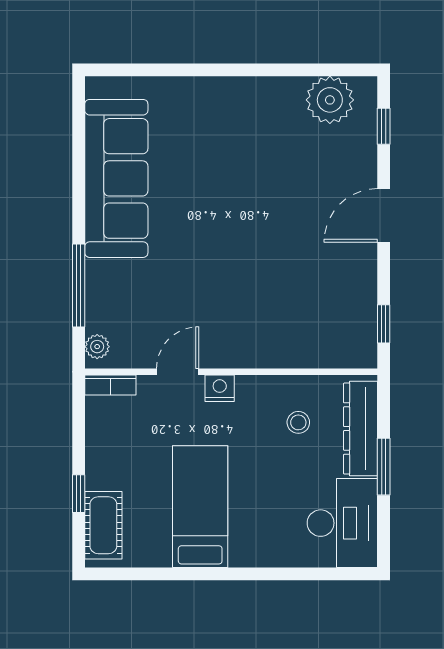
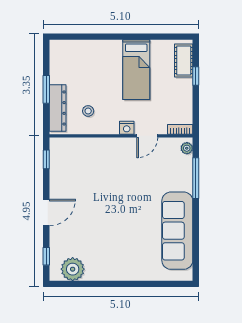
desk: (342, 523) -> (67, 62), removed

